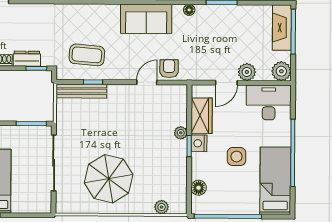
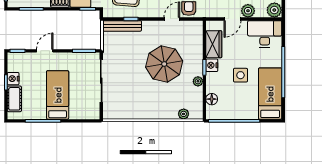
plant: (181, 133) -> (198, 81), moved
parasol: (109, 179) -> (164, 64), moved

